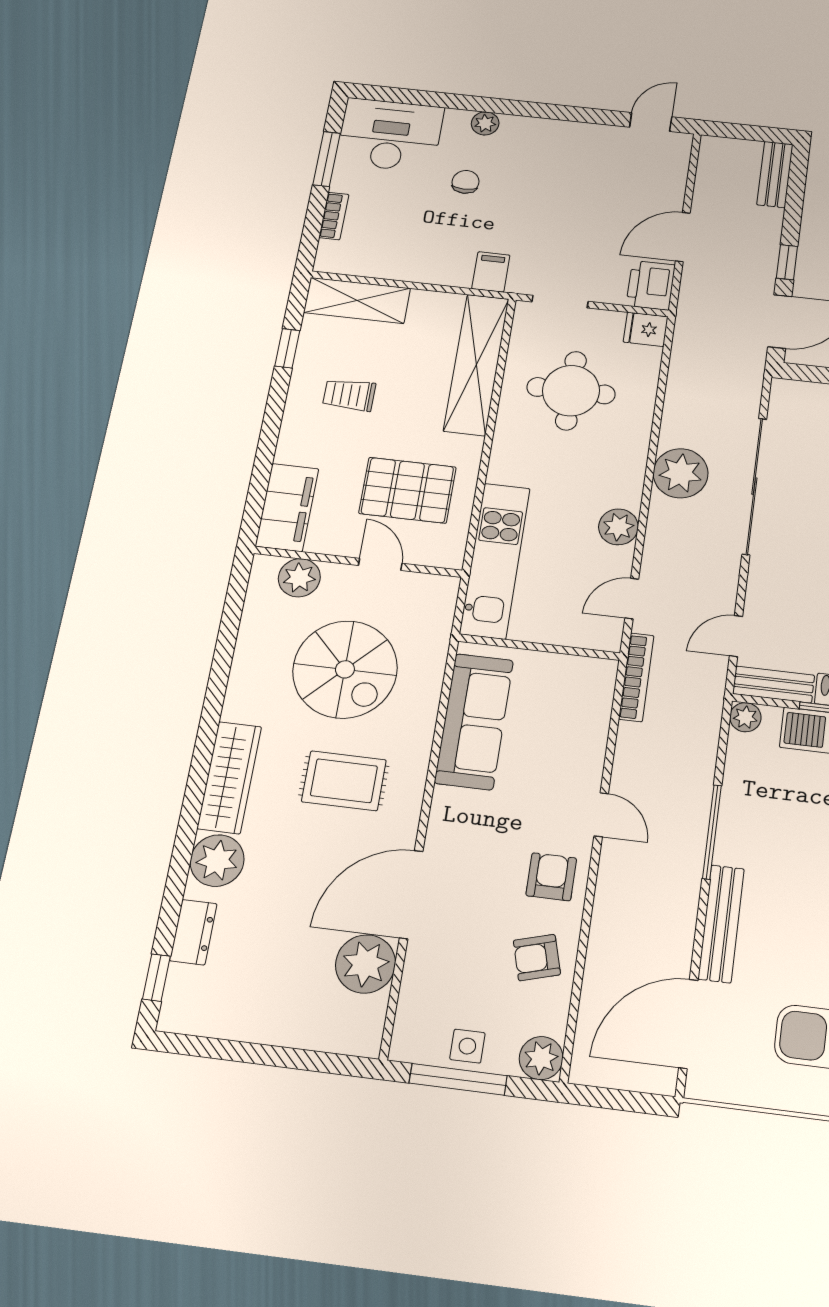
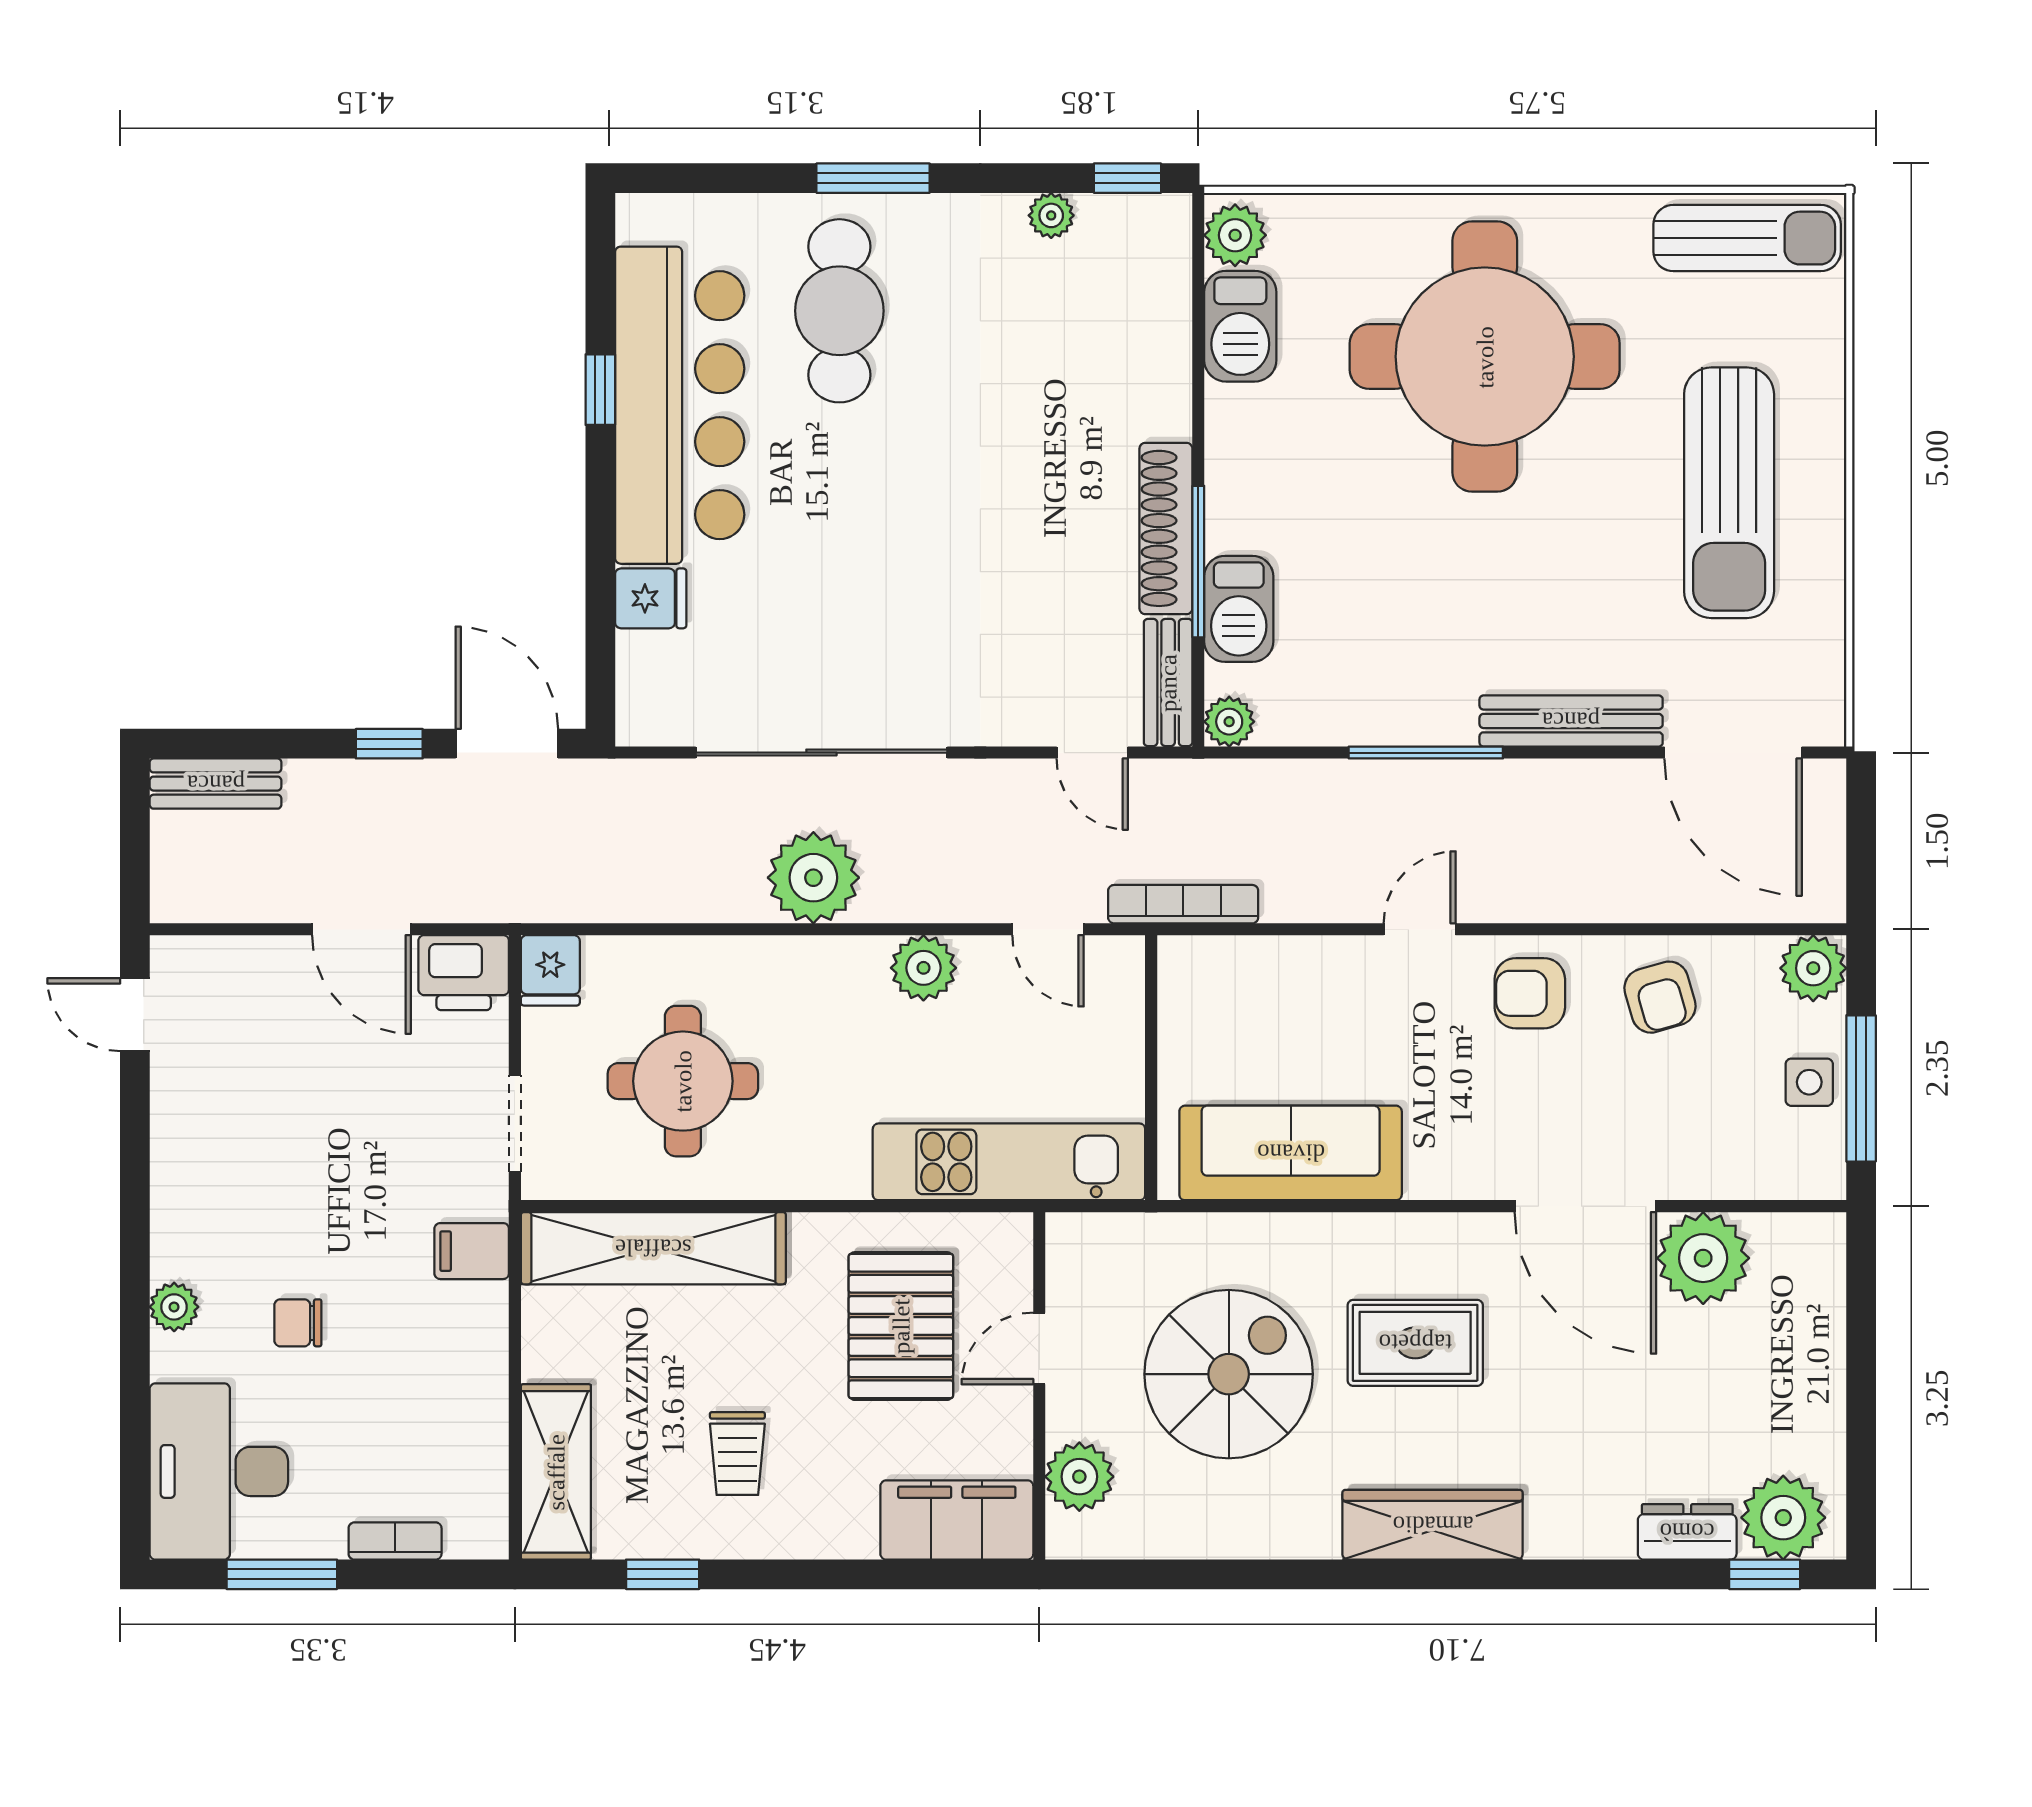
rug: (344, 781) -> (1415, 1343), turned 90
plant: (217, 861) -> (1783, 1518), moved

